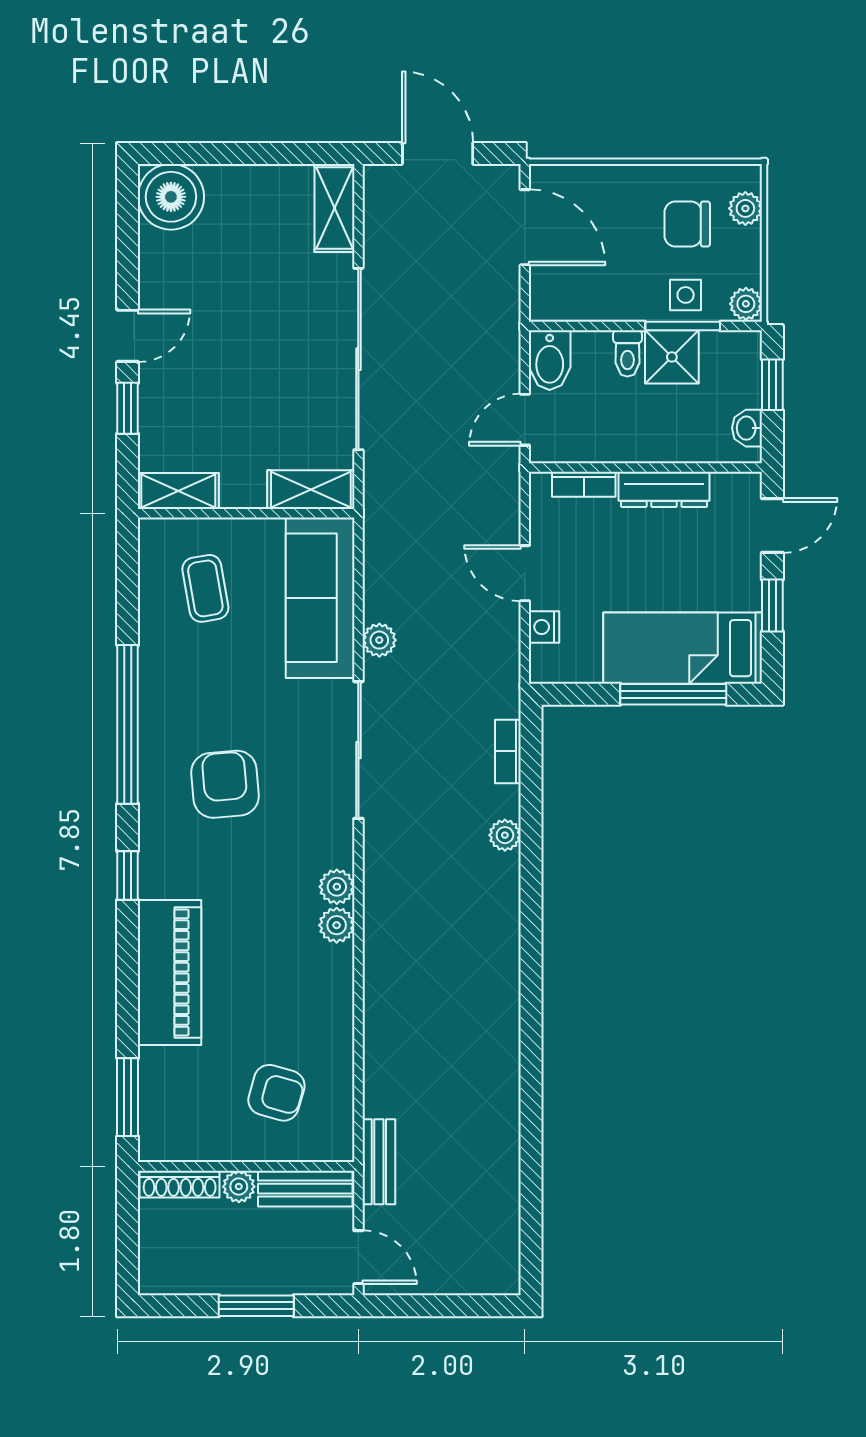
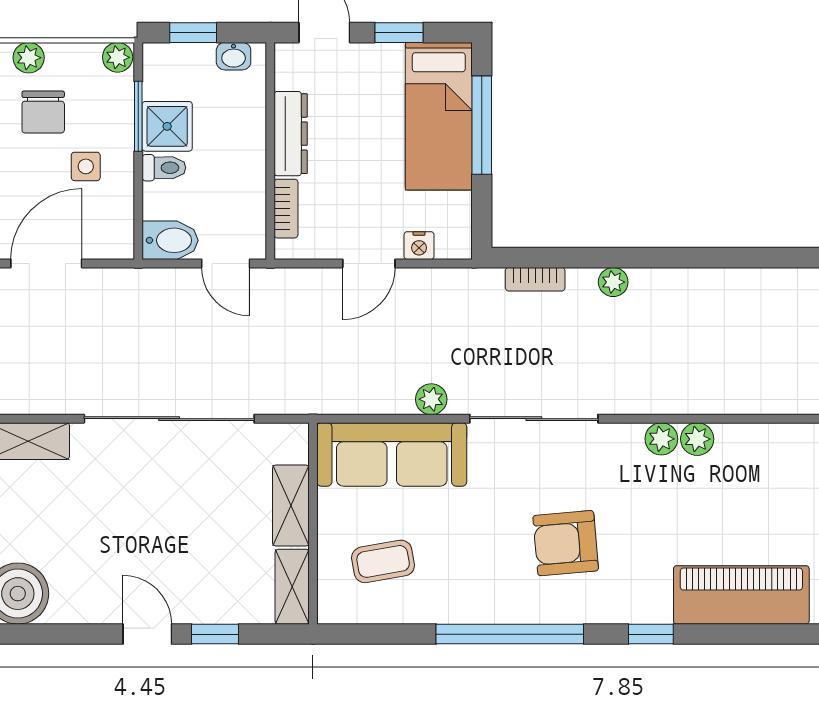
side table: (686, 295) -> (86, 166), moved
shelving: (311, 490) -> (291, 506), moved

